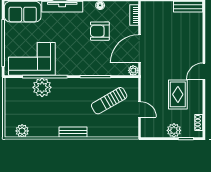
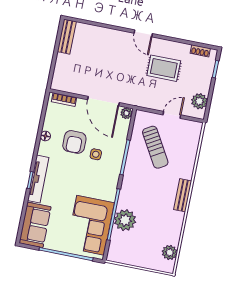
side table: (93, 51) -> (96, 154), added
plant: (174, 130) -> (199, 101), moved

